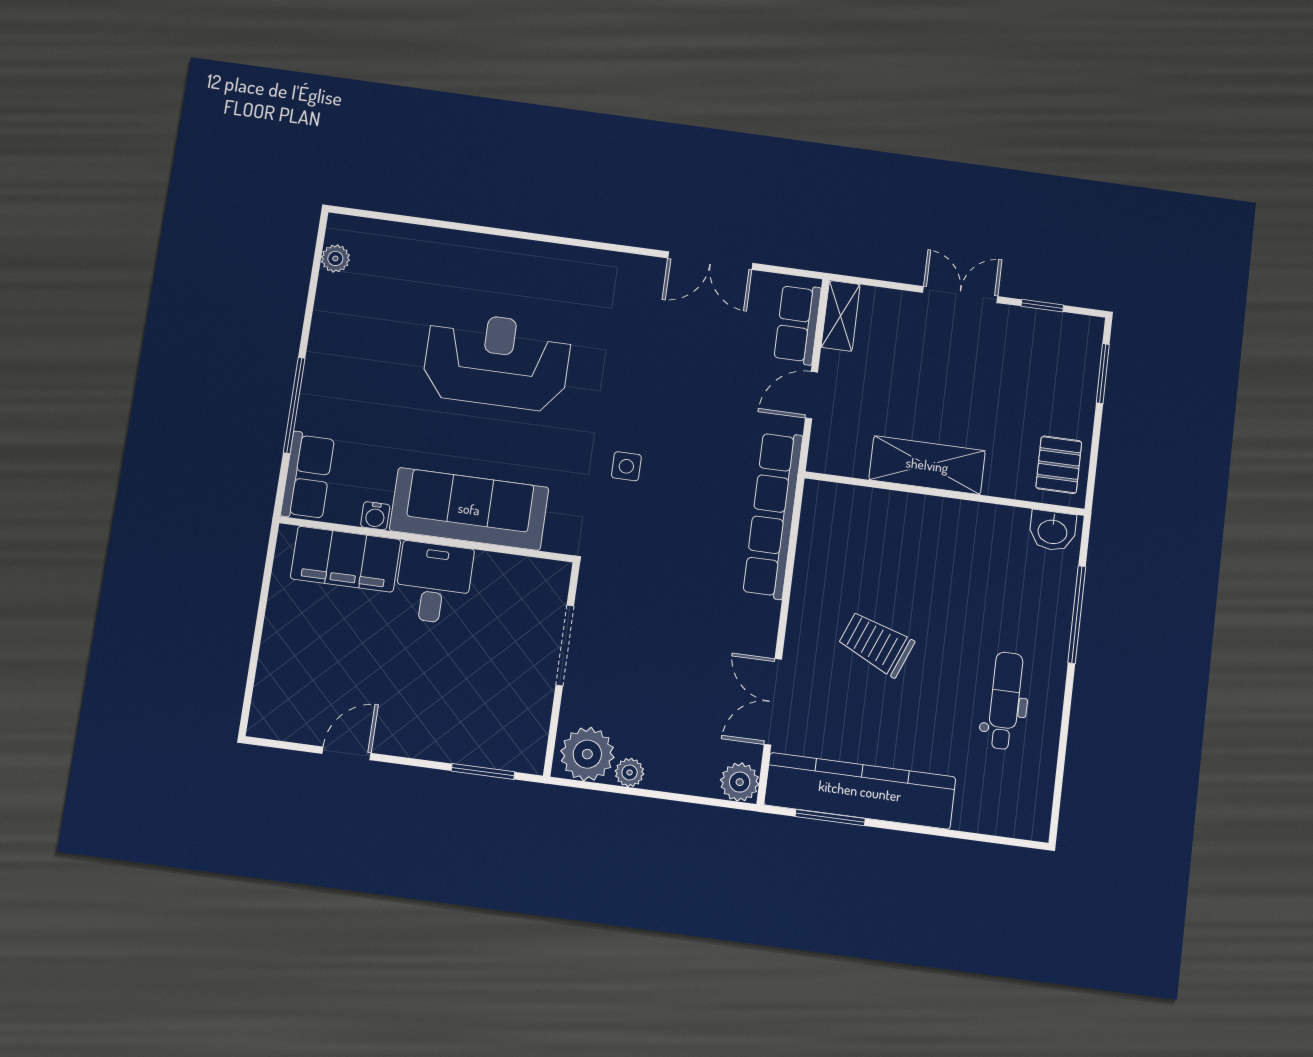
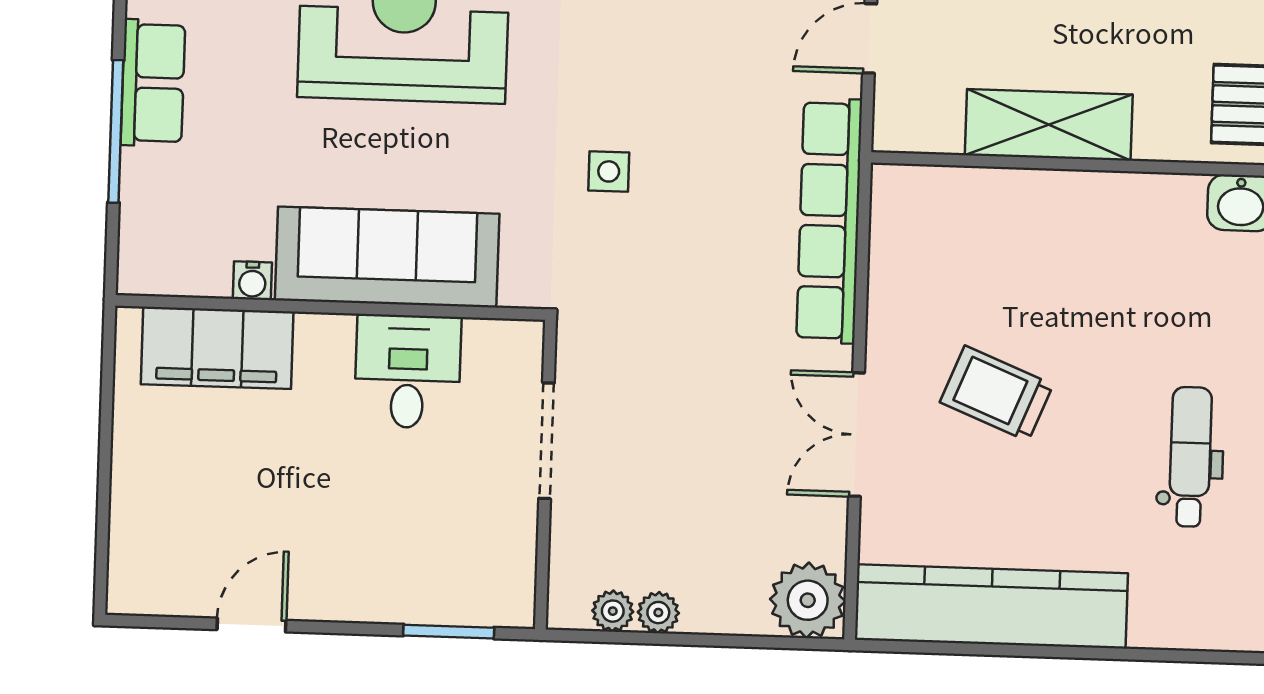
row of seats: (308, 476) -> (153, 83), moved
desk: (434, 583) -> (408, 371), moved
double door: (773, 702) -> (856, 435), moved
plant: (587, 754) -> (613, 611), width x0.53, depth x0.53
plant: (740, 782) -> (808, 600), width x1.36, depth x1.36
window: (830, 818) -> (952, 648), removed

